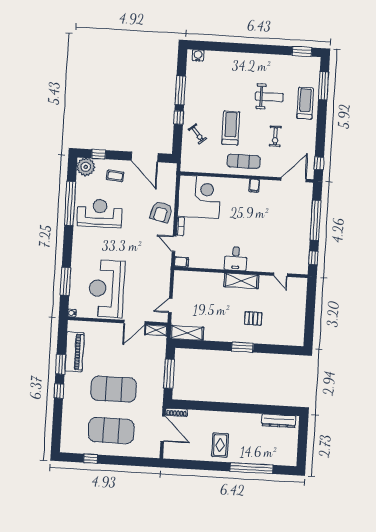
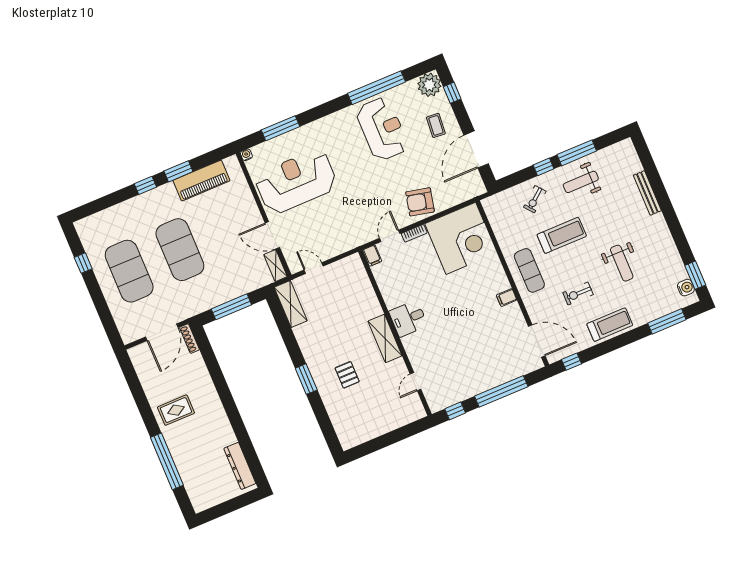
water cooler: (198, 55) -> (686, 288), moved
bench: (231, 56) -> (647, 193), added
weight bench: (201, 97) -> (581, 182), added
treadmill: (305, 103) -> (610, 325), moved

